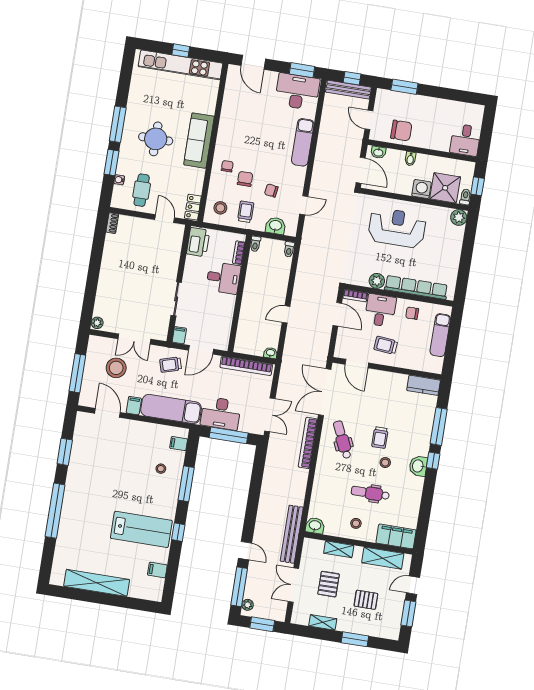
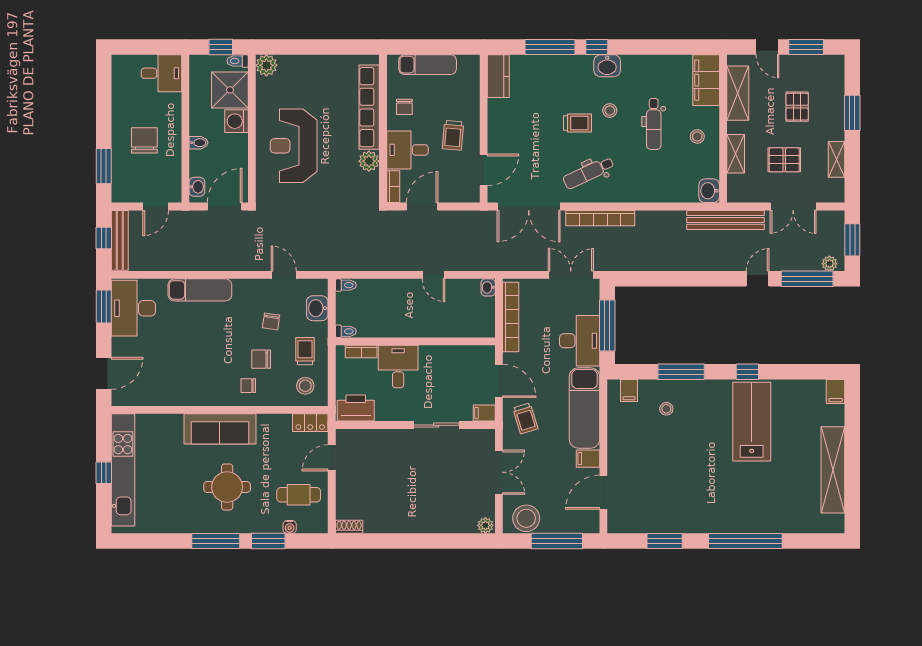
chair: (401, 131) -> (144, 140), moved
trolley: (246, 212) -> (305, 351), turned 90
stool: (116, 368) -> (526, 518), moved
filing cabinet: (157, 570) -> (836, 392), moved

